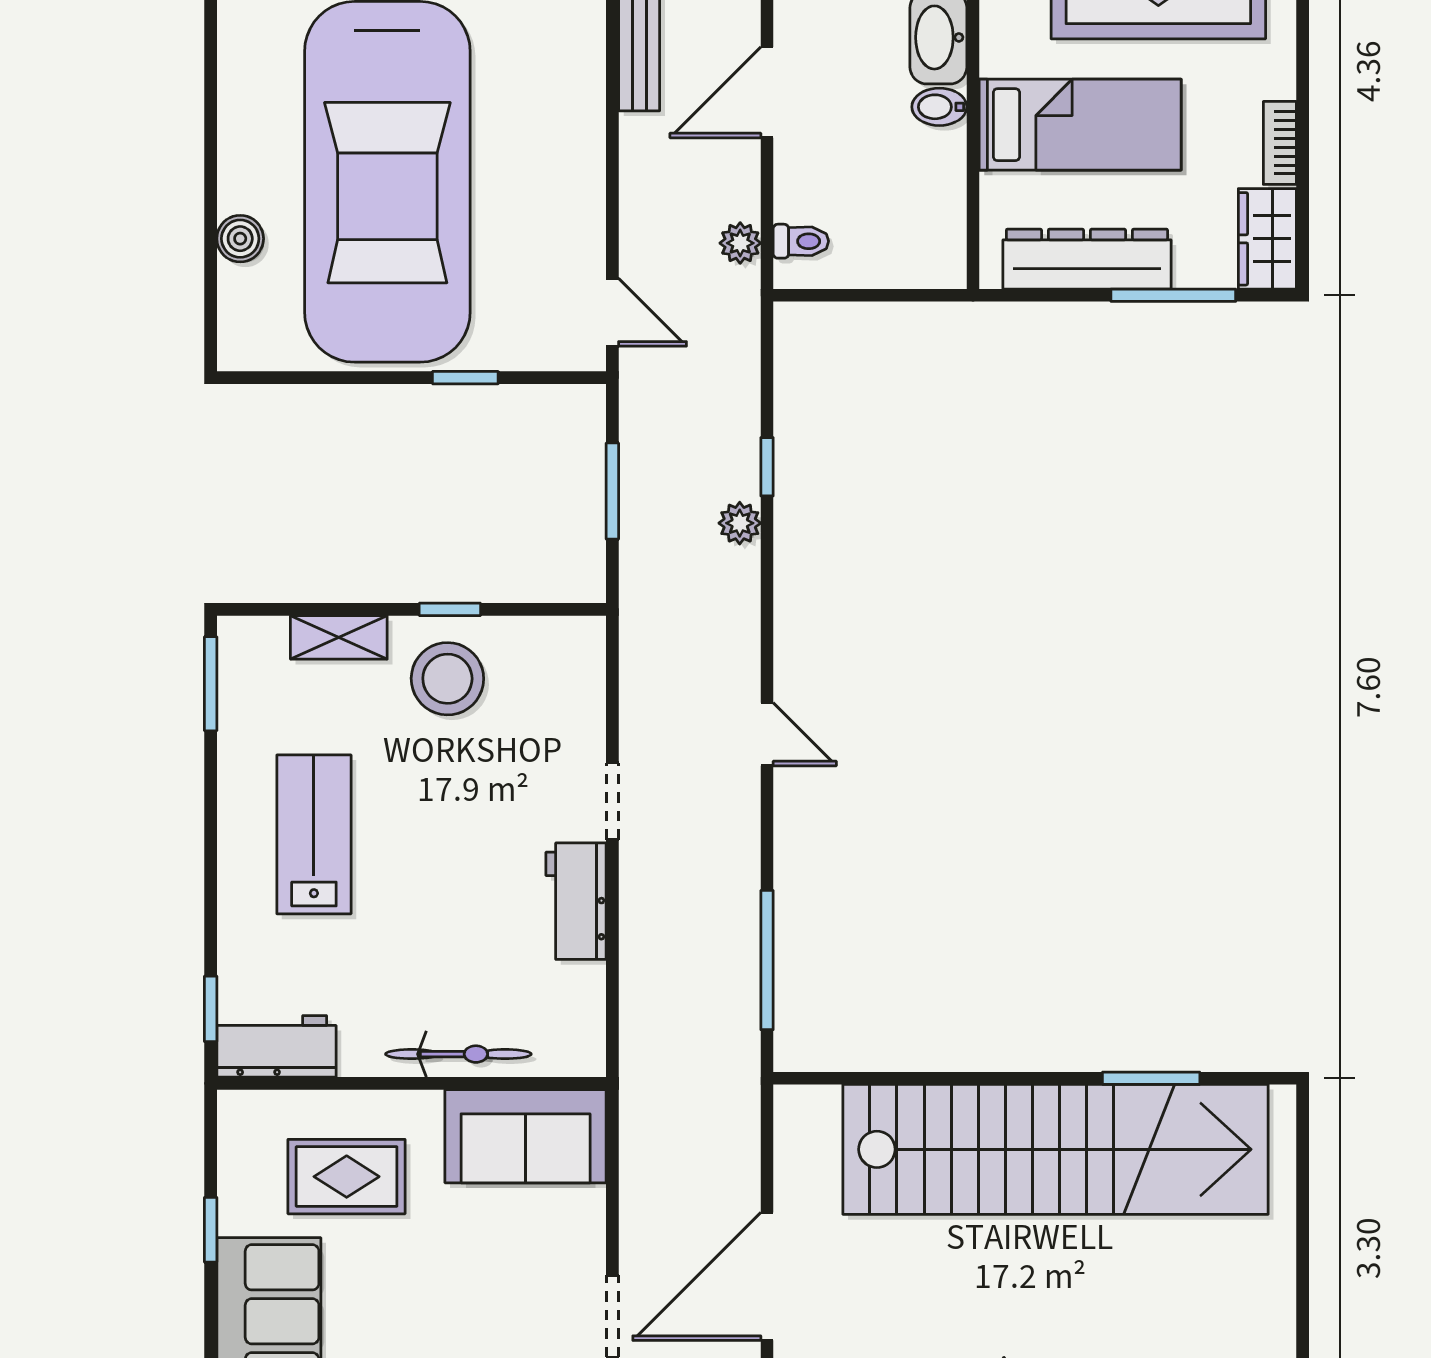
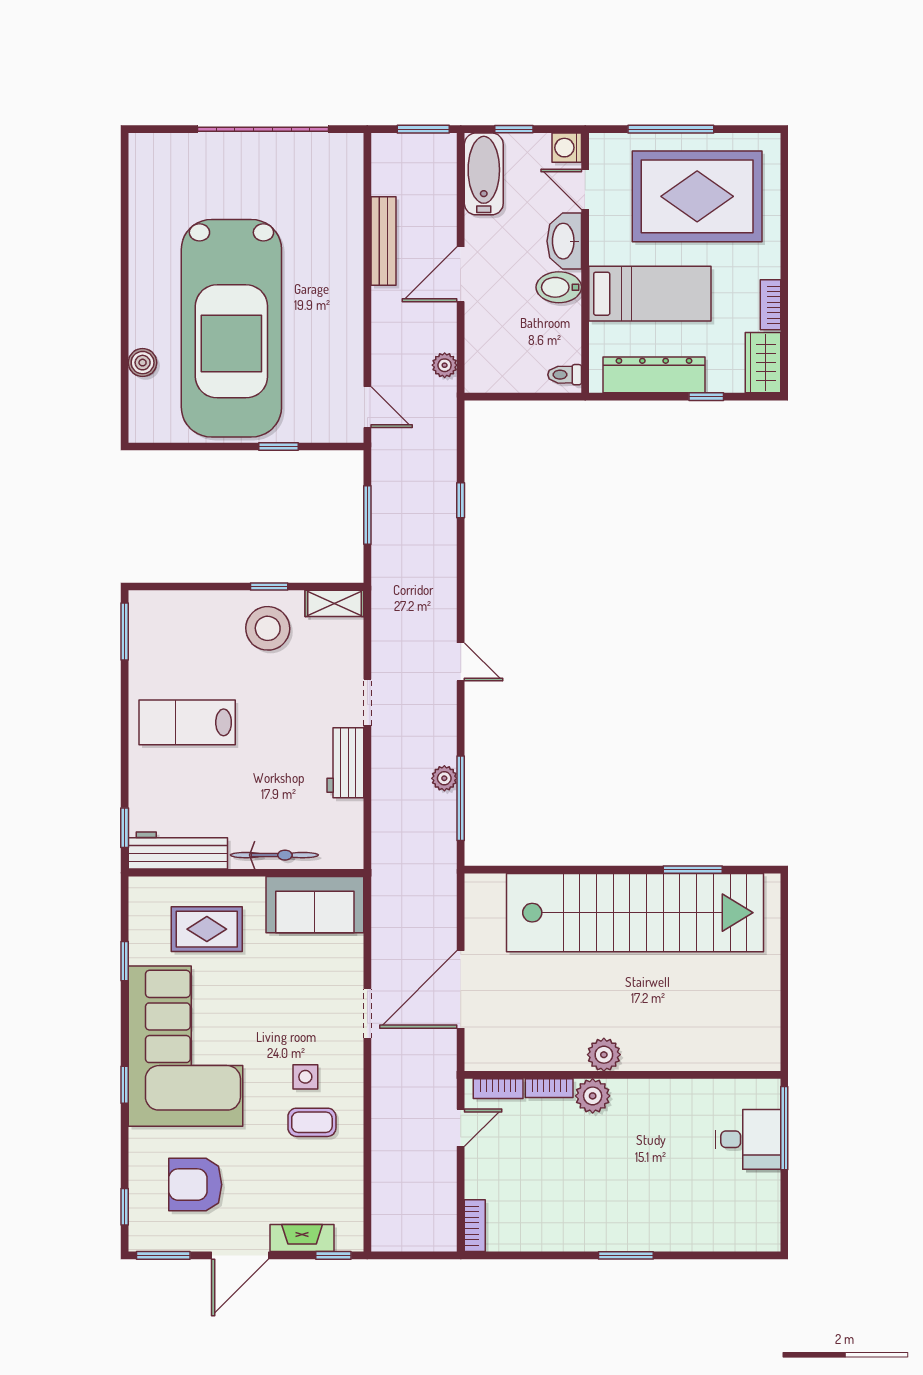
bidet: (939, 107) -> (559, 287), width x1.38, depth x1.36
toilet: (801, 241) -> (565, 375), moved, turned 180
window: (1173, 295) -> (706, 397), width x0.46
plant: (740, 523) -> (444, 778), moved
shelving: (339, 637) -> (334, 603), moved
lab bench: (314, 834) -> (187, 722), turned -90
workbench: (276, 1046) -> (178, 850), width x1.38

